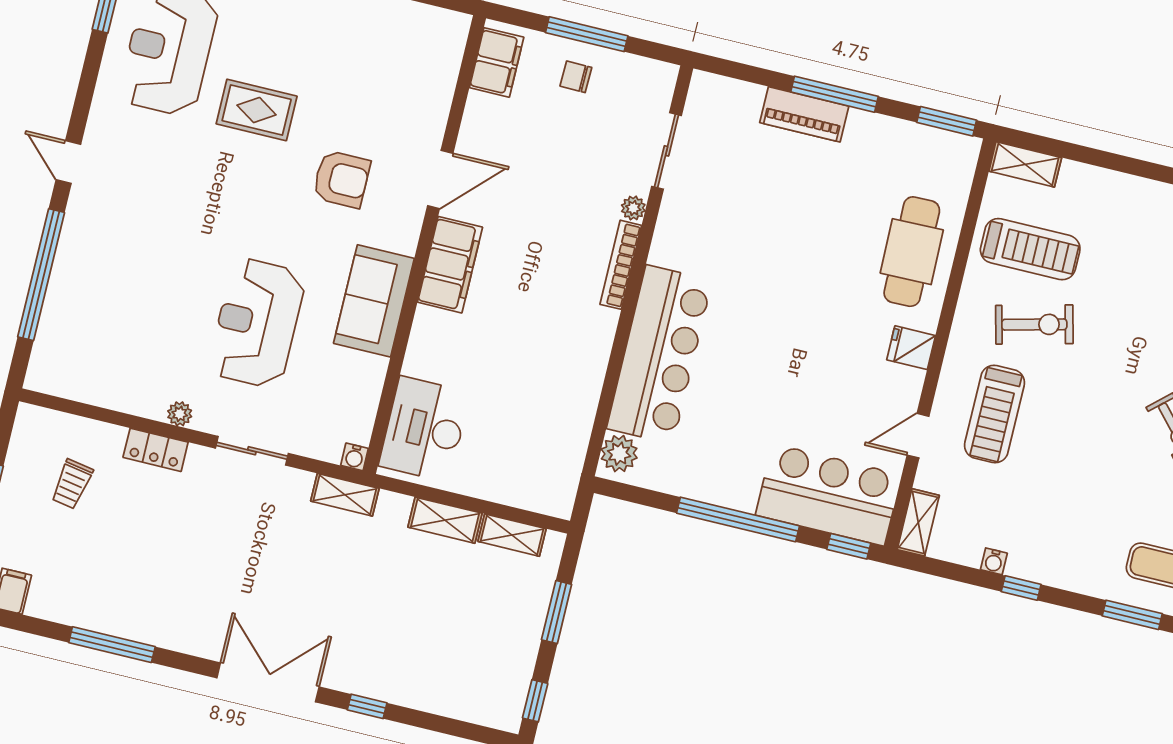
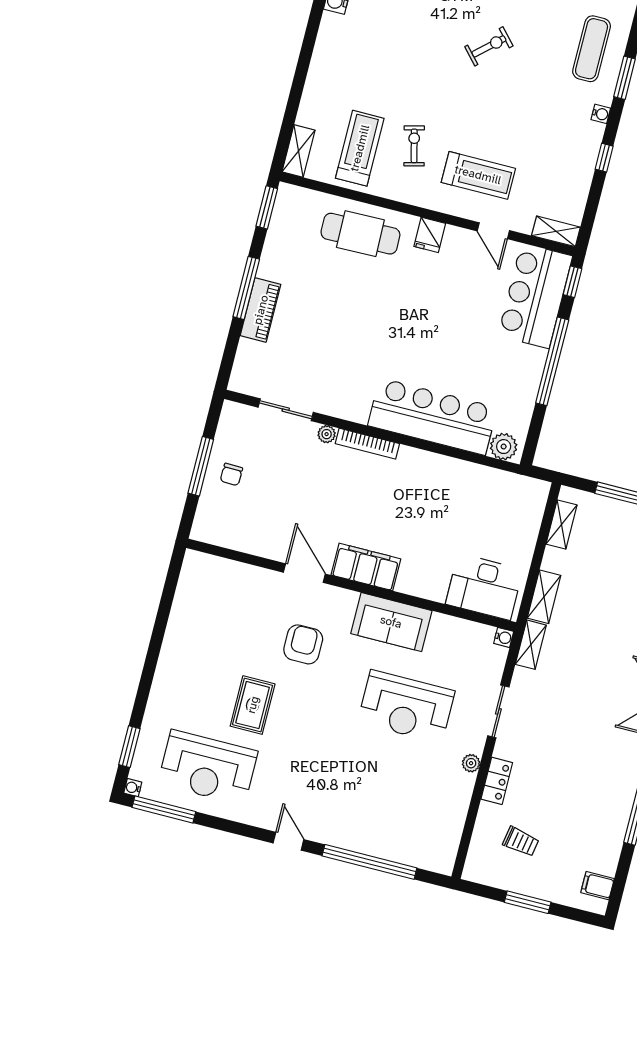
filing cabinet: (497, 62) -> (220, 531), removed
door: (68, 162) -> (288, 841), swing flipped
exercise bike: (1034, 325) -> (414, 146), width x0.73, depth x0.72
shelving: (445, 520) -> (544, 597), moved
water cooler: (994, 561) -> (601, 114), moved

